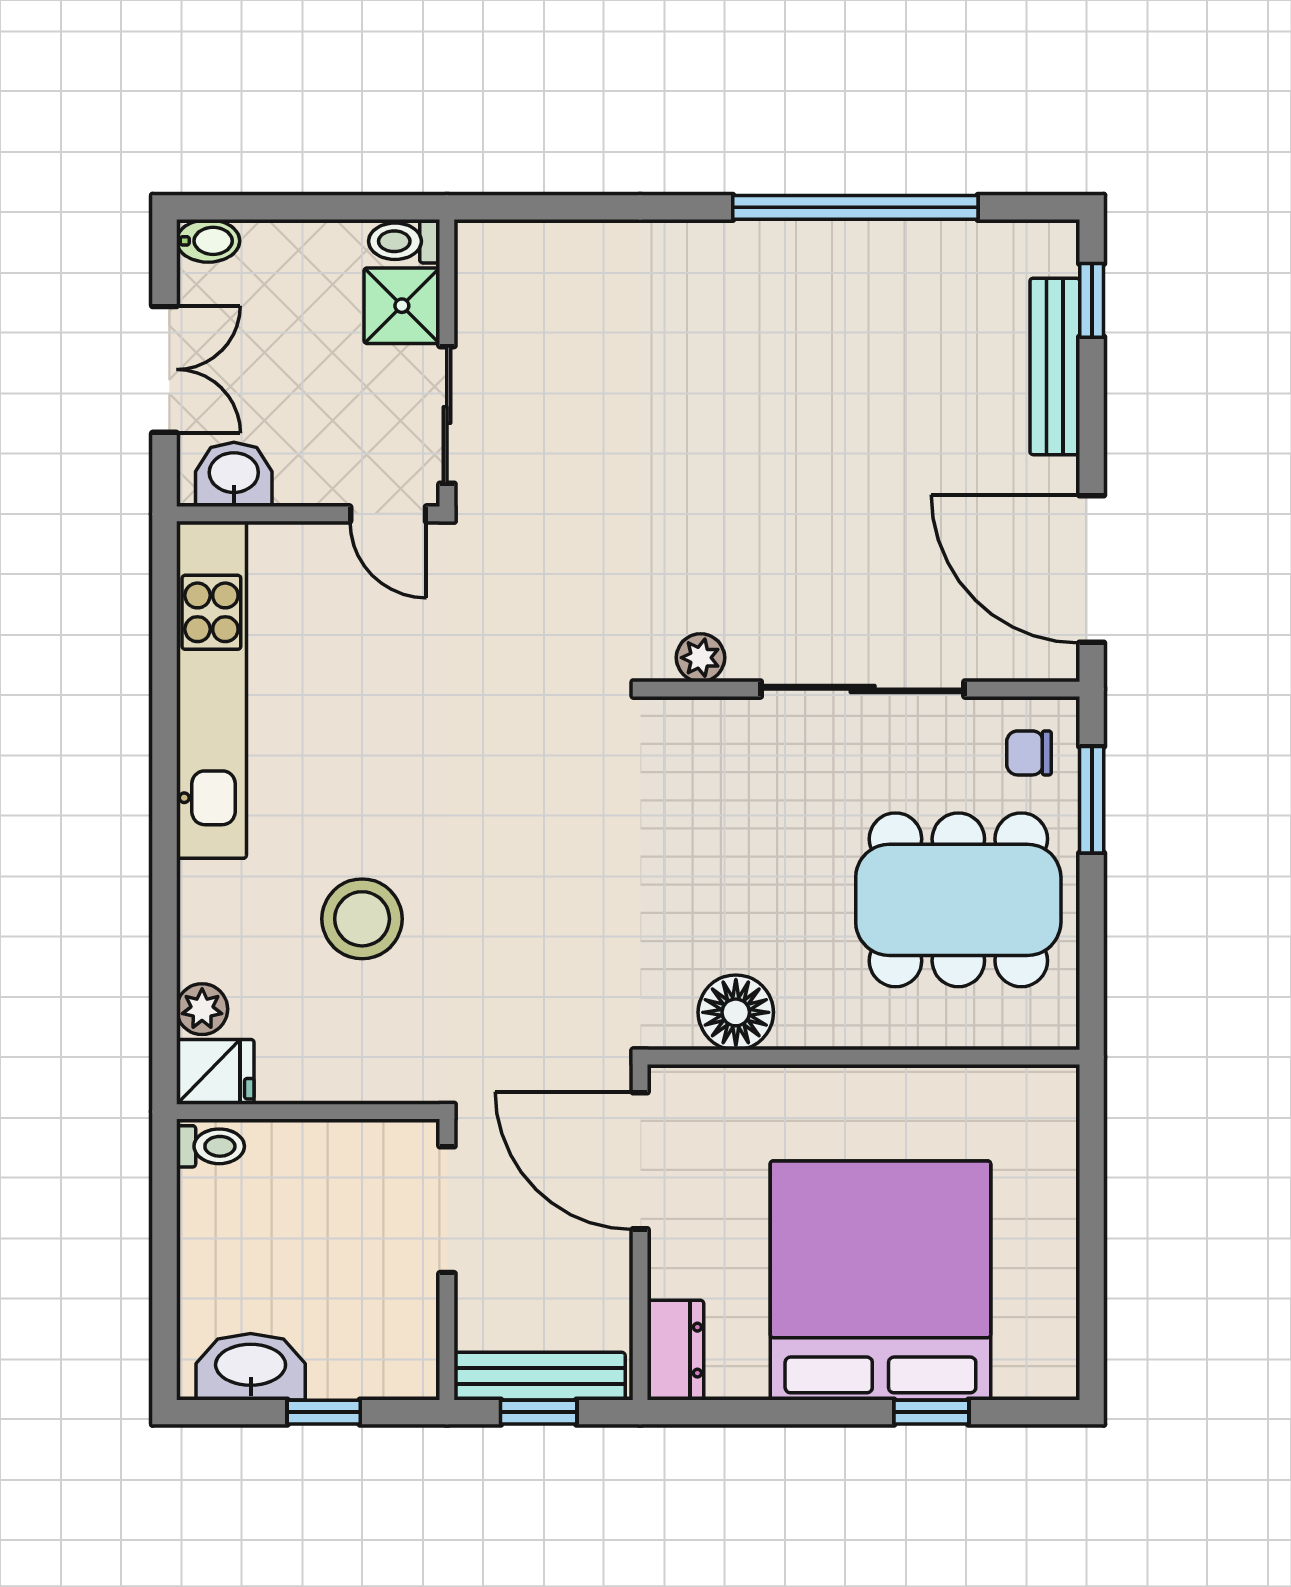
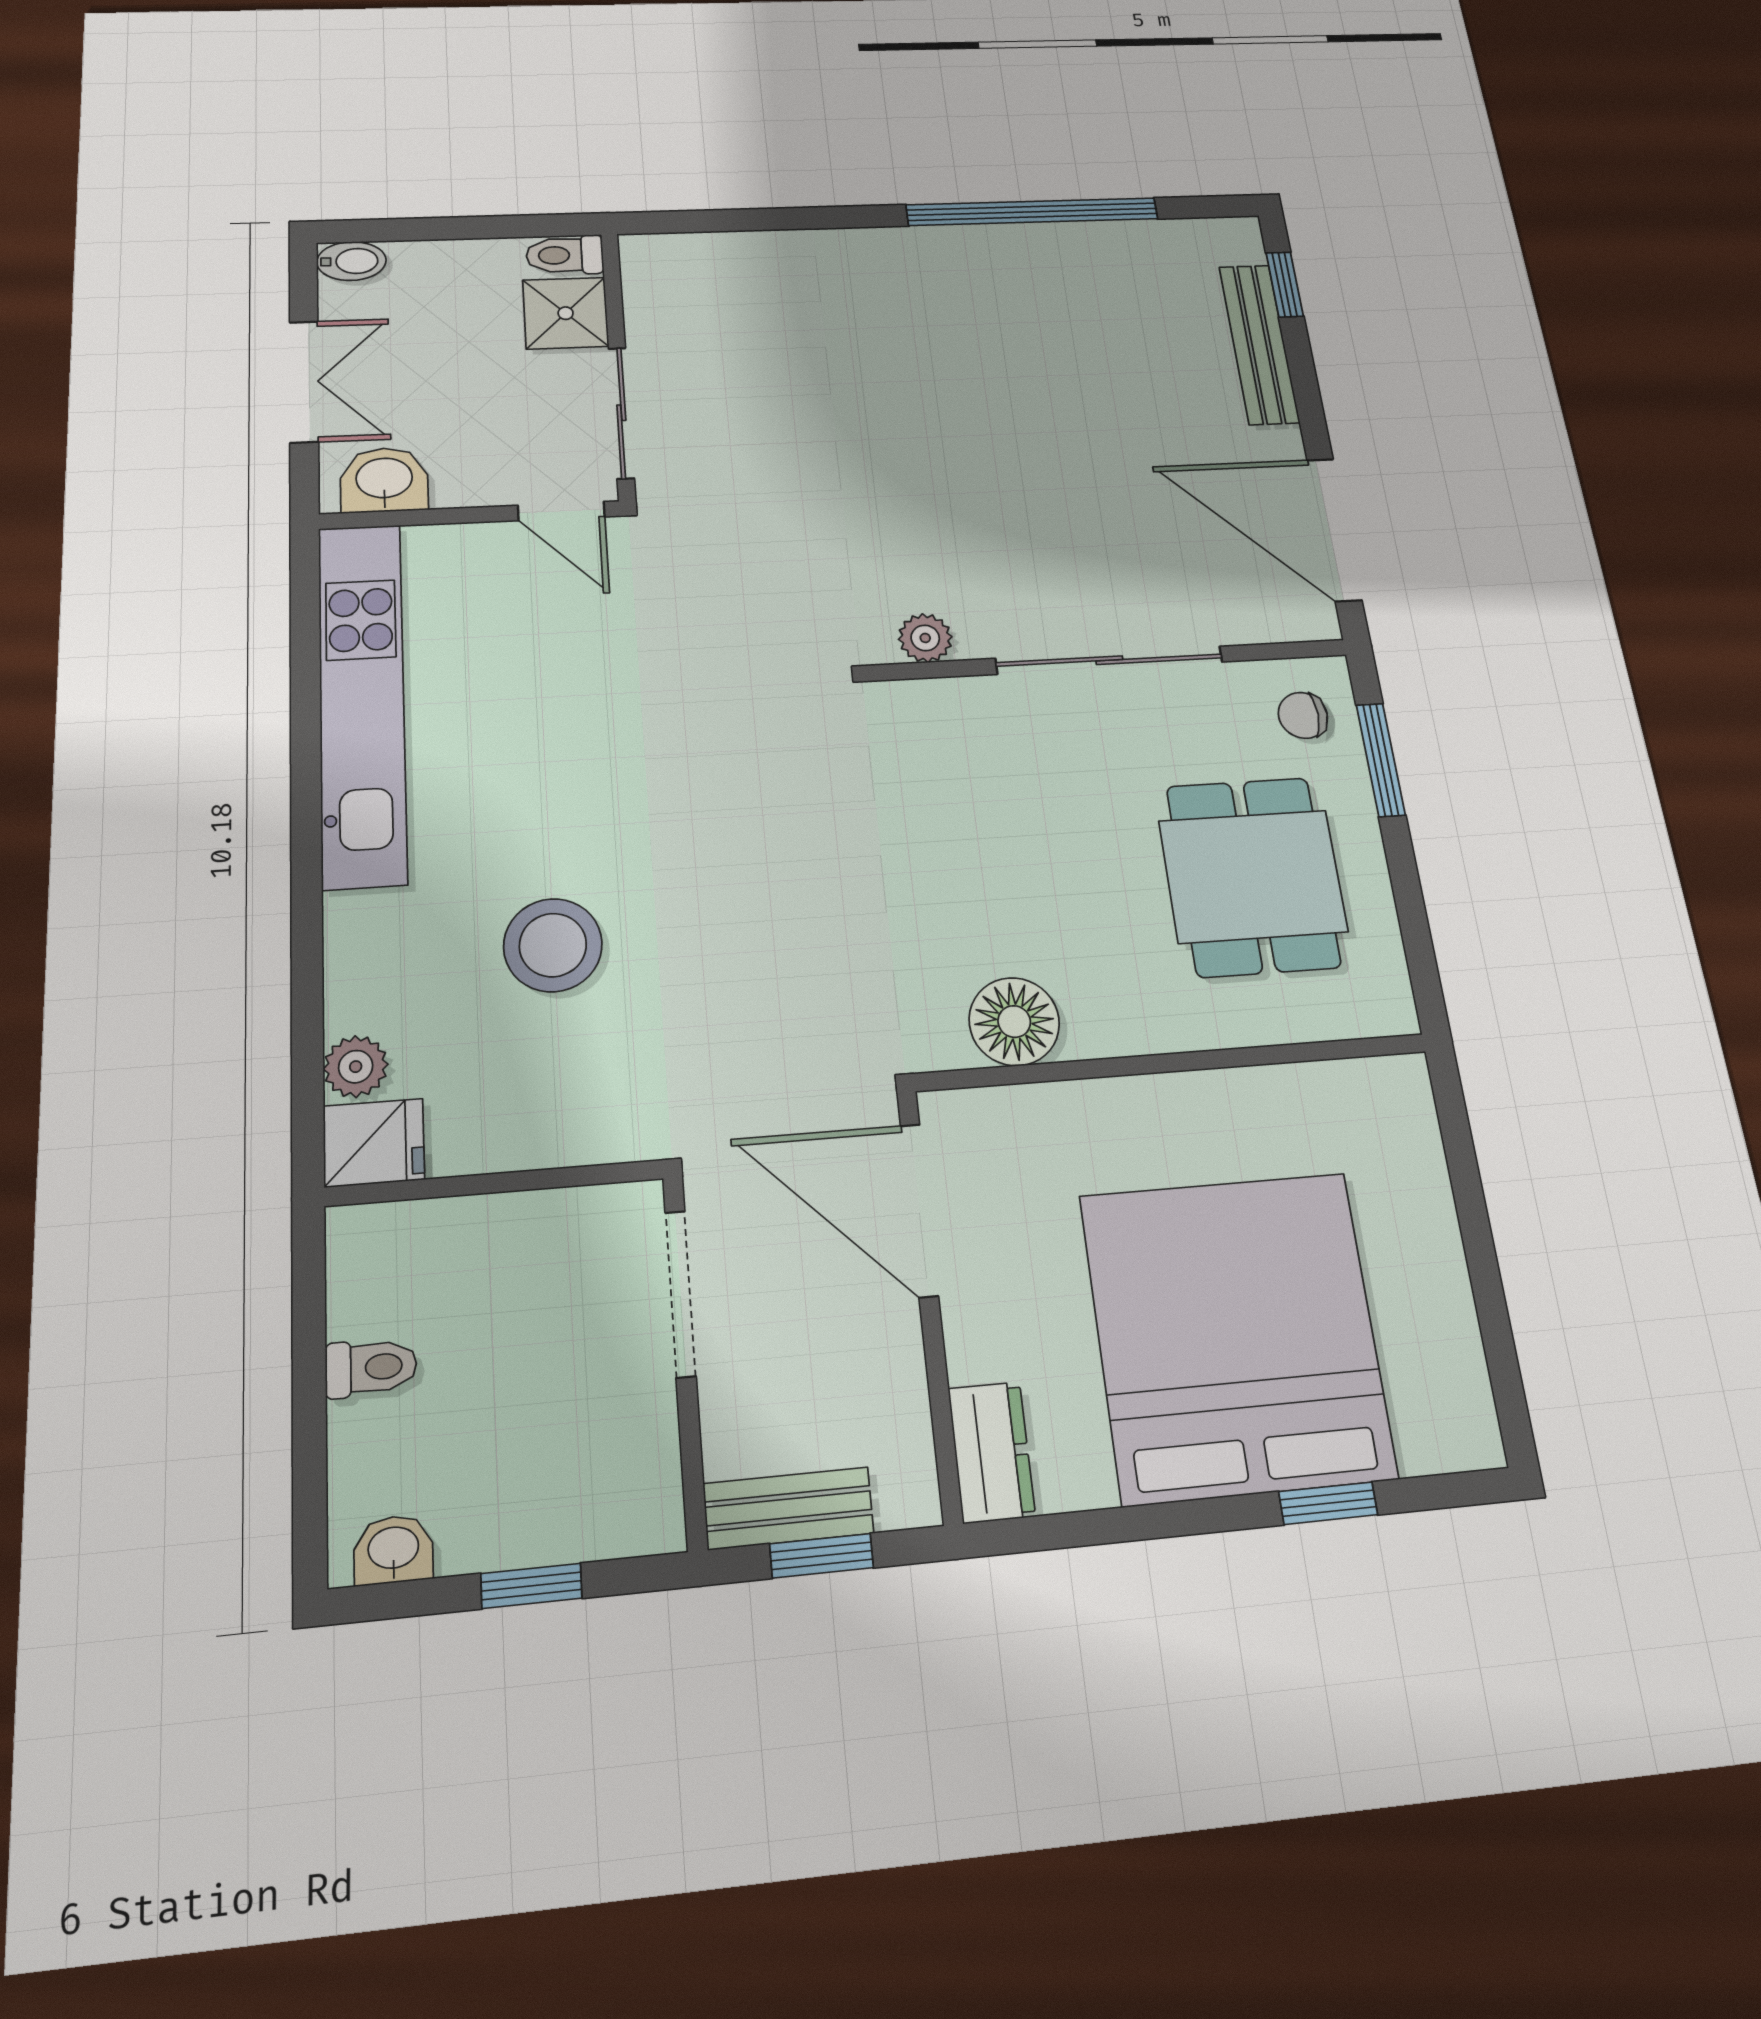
dining table: (958, 900) -> (1253, 876), width x0.73
toilet: (210, 1146) -> (371, 1368), moved
washbasin: (251, 1367) -> (393, 1550), width x0.52, depth x0.69
bench: (540, 1376) -> (788, 1508), width x0.73

